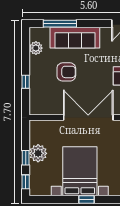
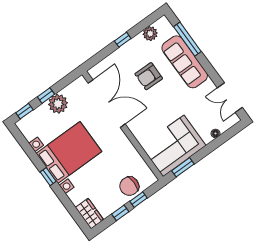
armchair: (66, 72) -> (149, 76), turned 91
window: (26, 82) -> (123, 40), moved
double door: (88, 118) -> (107, 104), moved

